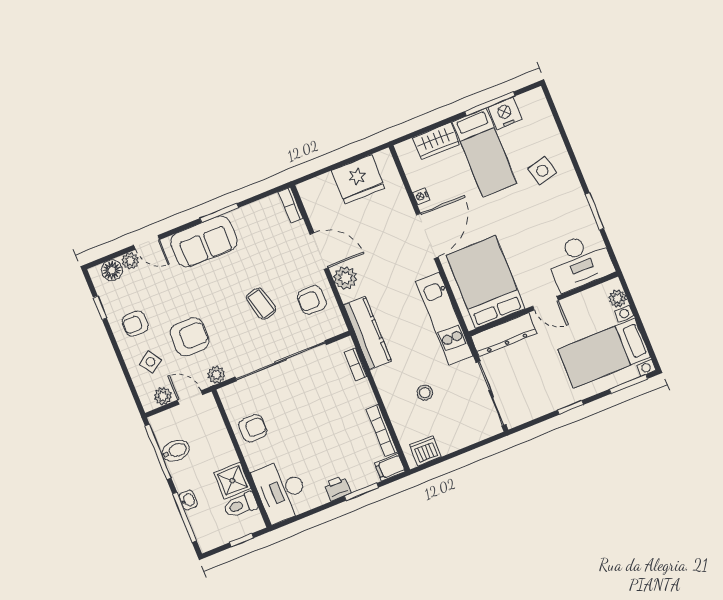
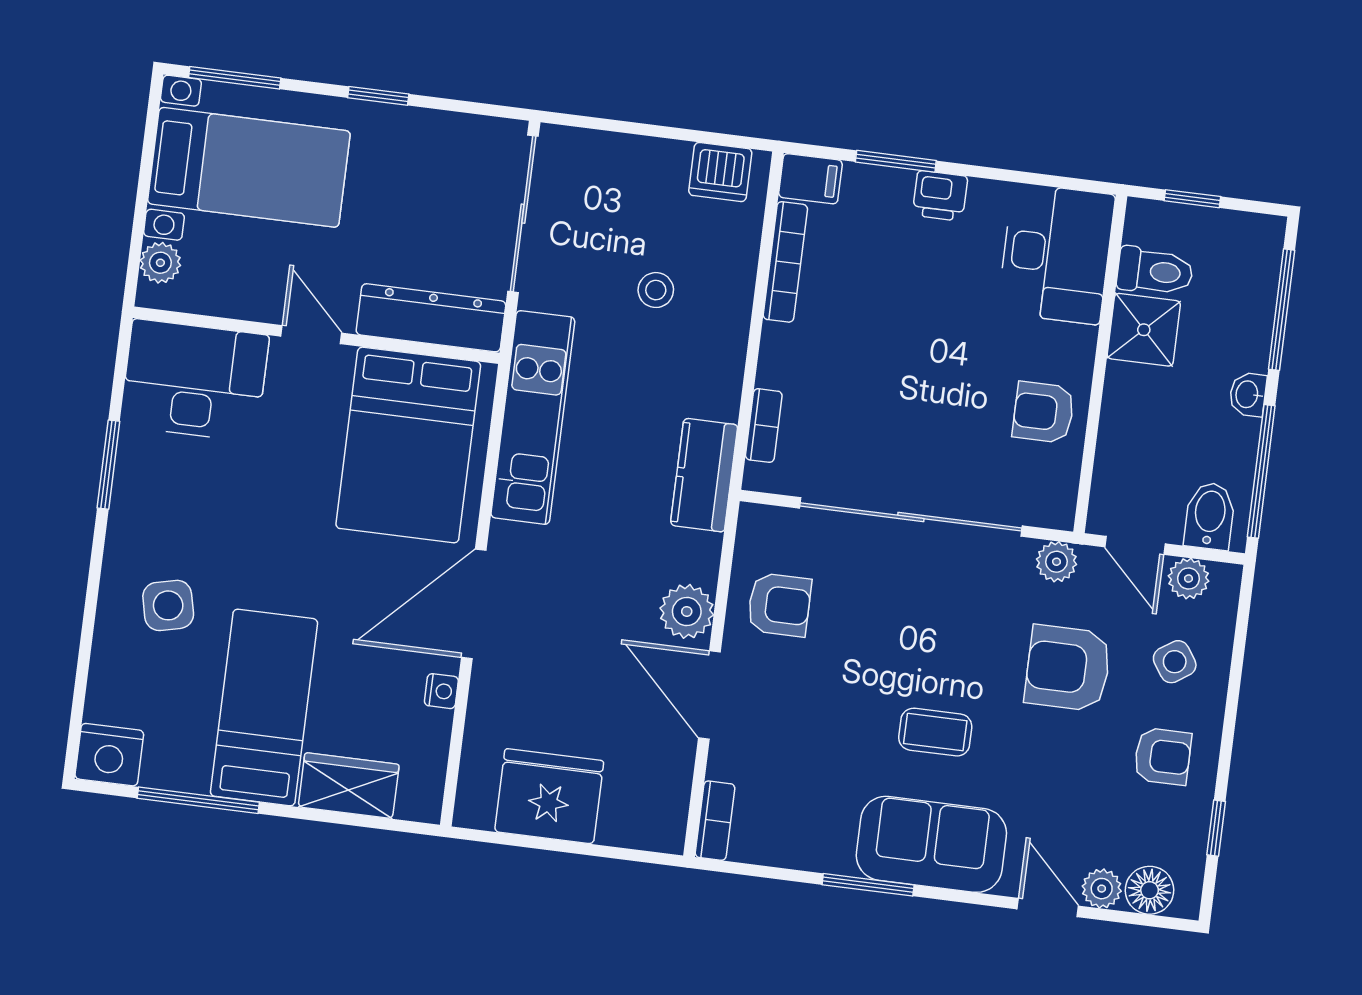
nightstand: (505, 113) -> (109, 755), moved
coffee table: (261, 304) -> (935, 732), moved, turned -75
kitchen counter: (368, 333) -> (704, 475), width x0.67
bidet: (176, 451) -> (1210, 516), moved, turned 90
washbasin: (188, 500) -> (1248, 394), moved

